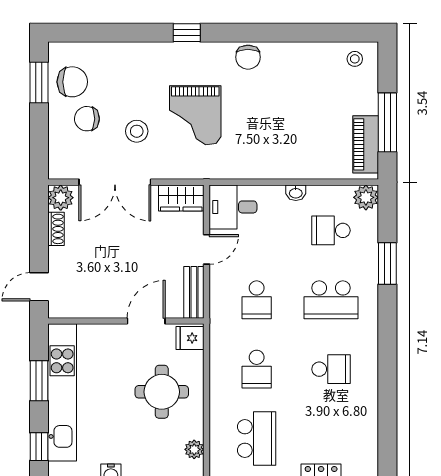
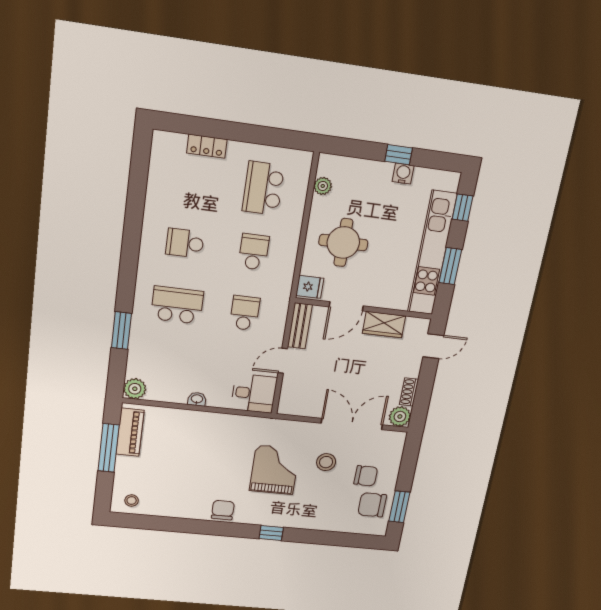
wardrobe: (181, 198) -> (384, 325), moved, turned 180
school desk: (331, 230) -> (170, 365), removed

